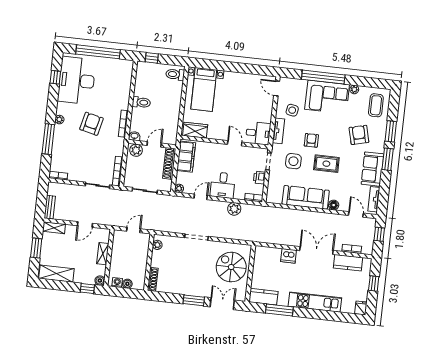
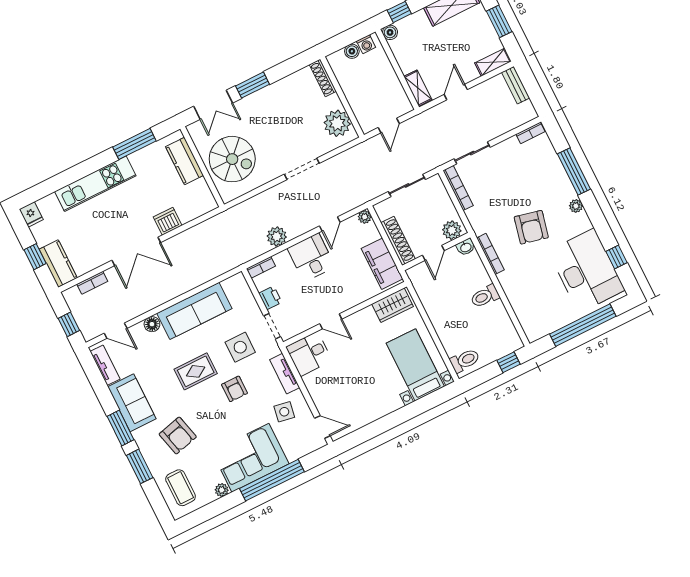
plant: (157, 245) -> (337, 123), width x1.87, depth x1.87
shelving: (103, 254) -> (418, 88), moved
kitchen counter: (348, 263) -> (58, 264), moved, turned 90
kitchen counter: (263, 297) -> (185, 161), moved, turned 90

